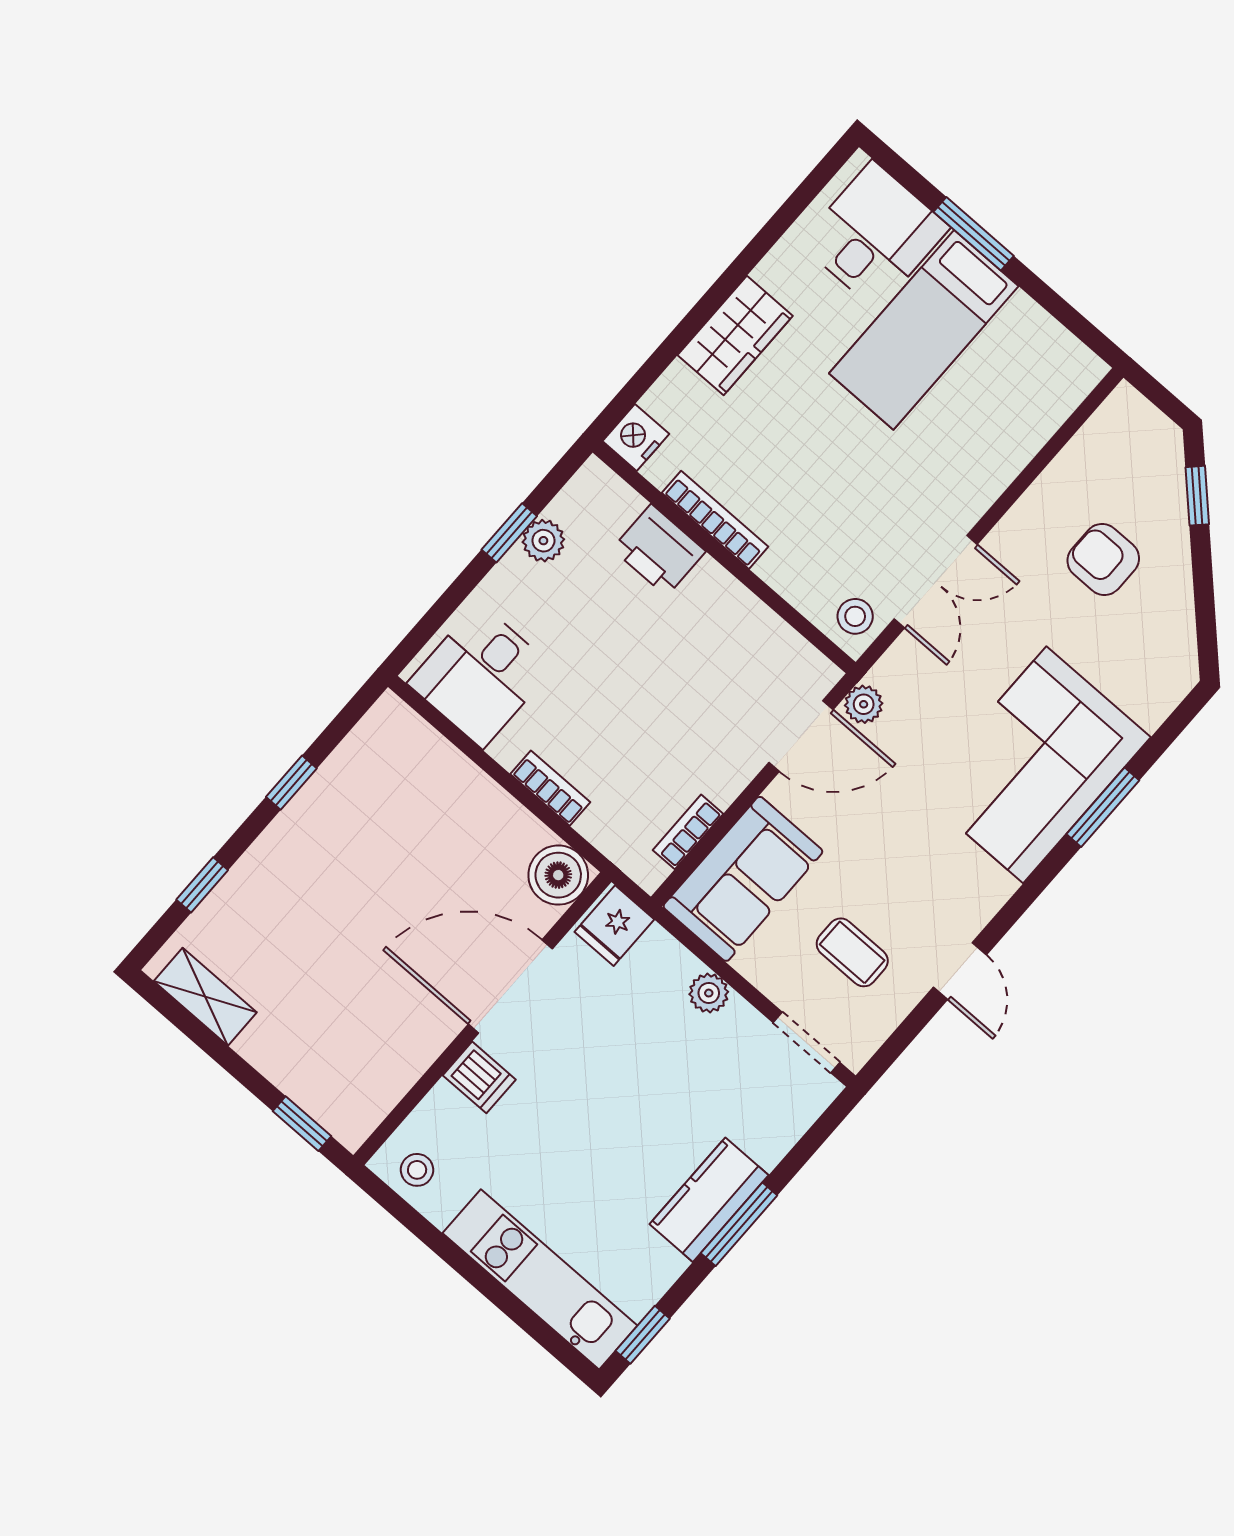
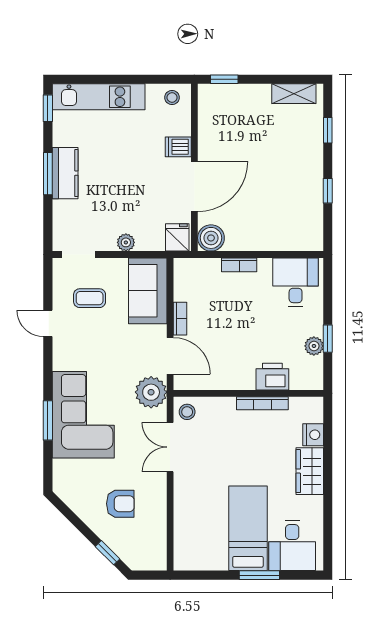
nightstand: (636, 437) -> (313, 435), moved
plant: (864, 704) -> (151, 392), width x1.87, depth x1.87
door: (801, 736) -> (170, 356), swing flipped
bookcase: (688, 832) -> (180, 319), moved

